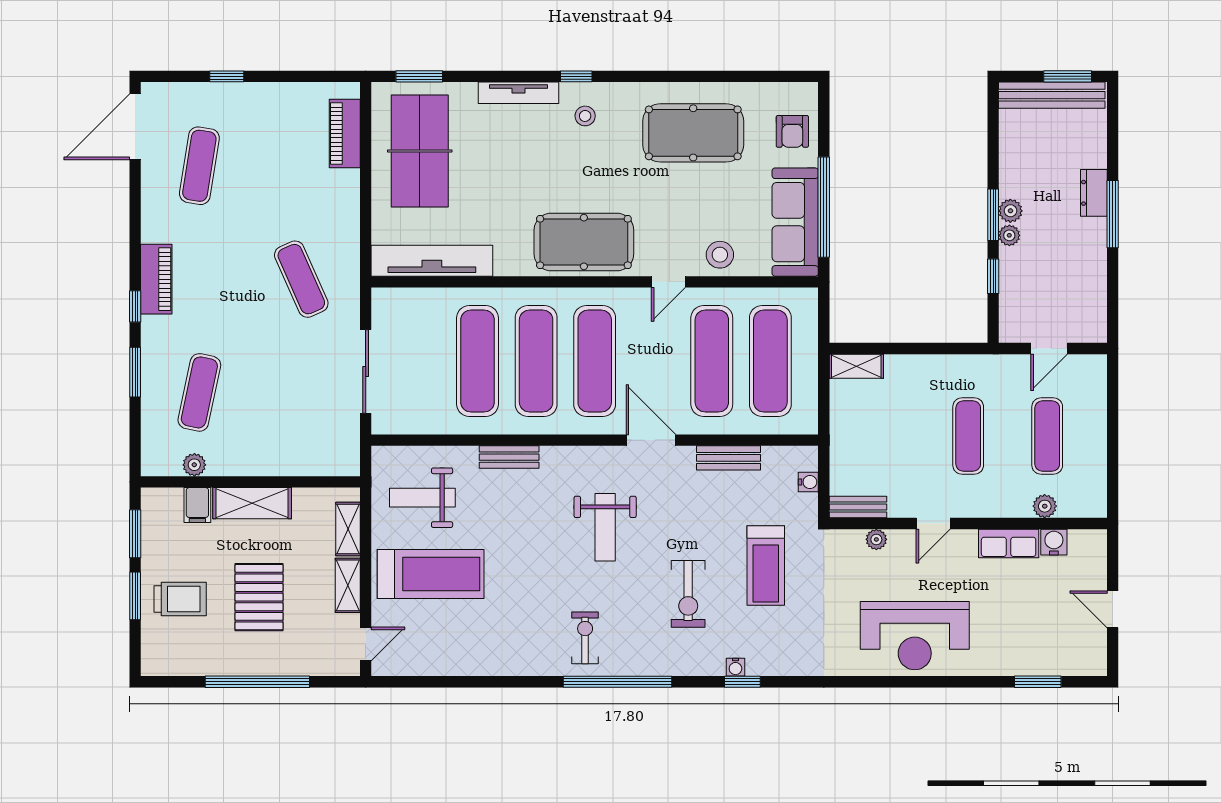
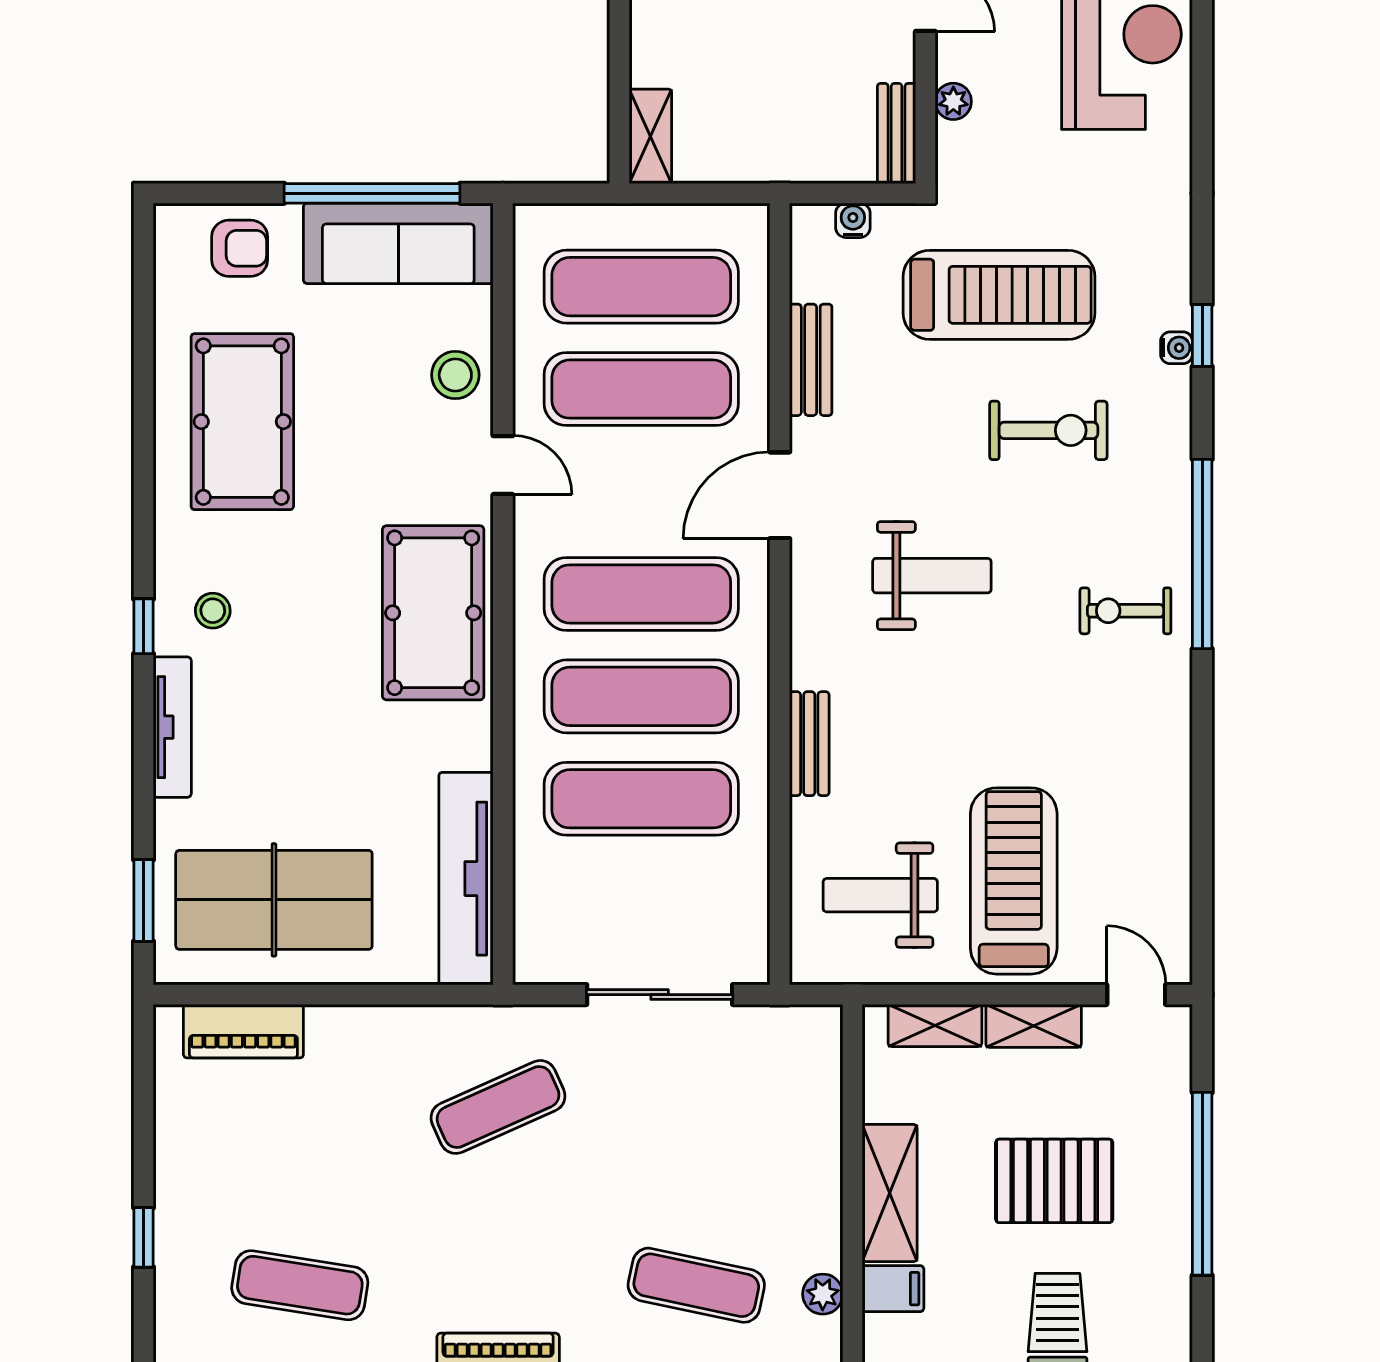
weight bench: (422, 498) -> (880, 895), turned 90
treadmill: (766, 566) -> (999, 295), width x1.37, depth x1.38

